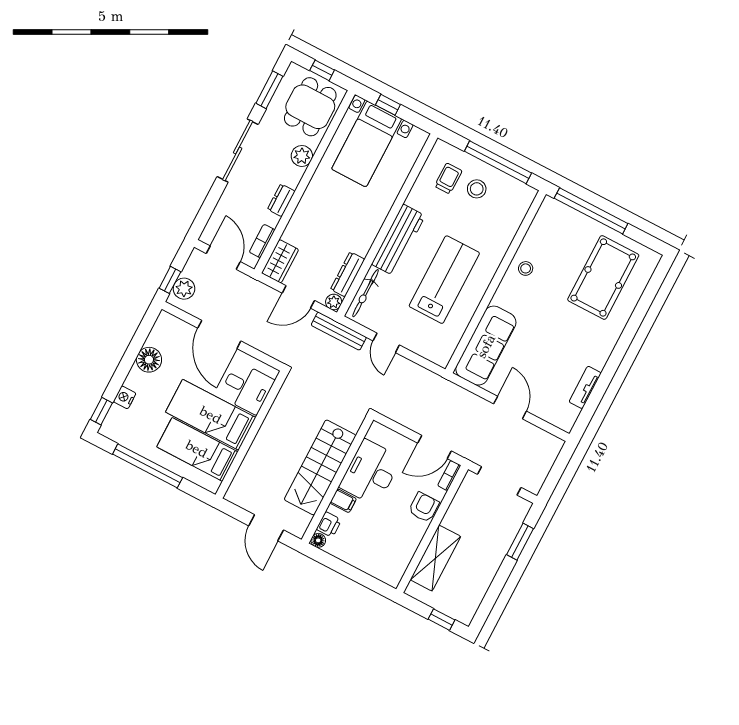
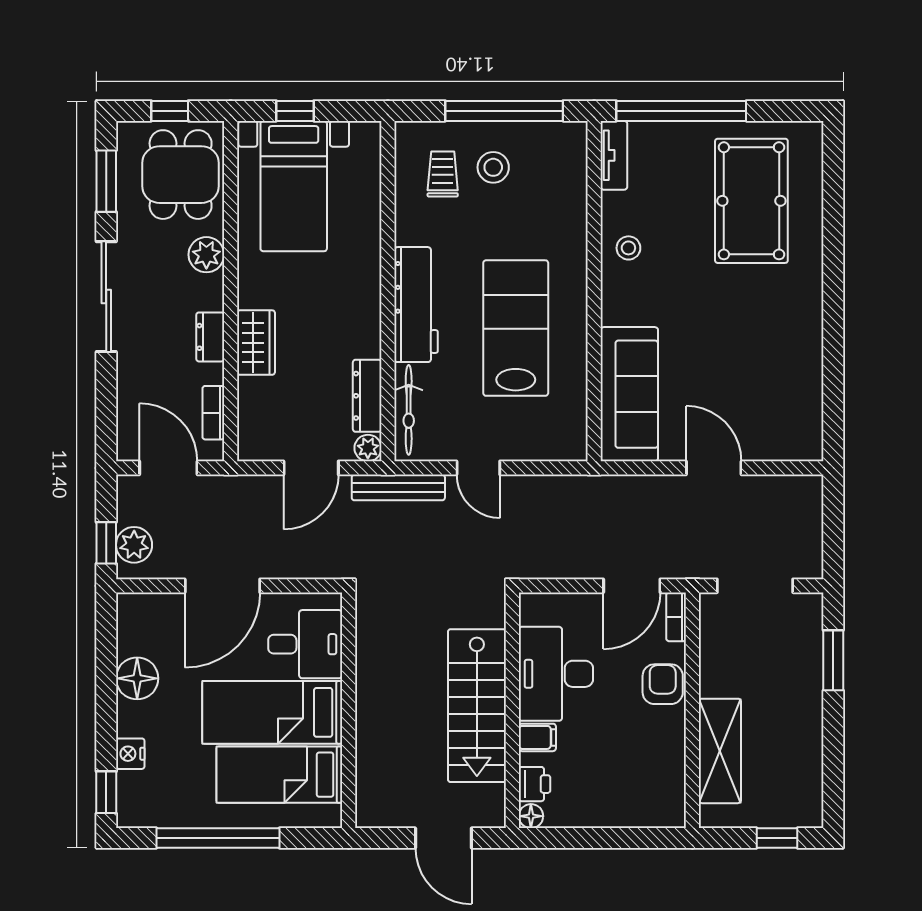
wardrobe: (280, 261) -> (256, 343), moved
door: (219, 334) -> (222, 586), hinge flipped
tv unit: (585, 387) -> (614, 155), moved, turned 180

